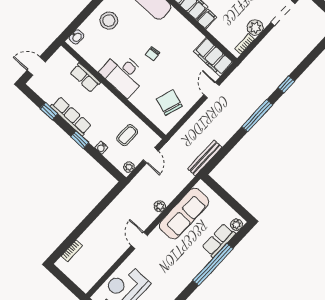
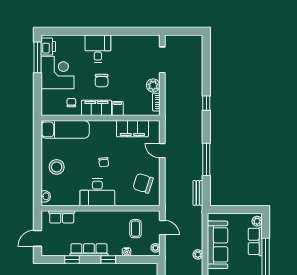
filing cabinet: (213, 57) -> (132, 129), moved
row of seats: (85, 78) -> (62, 217), moved
window: (257, 116) -> (206, 159), moved
bench: (205, 158) -> (198, 193), width x0.73

